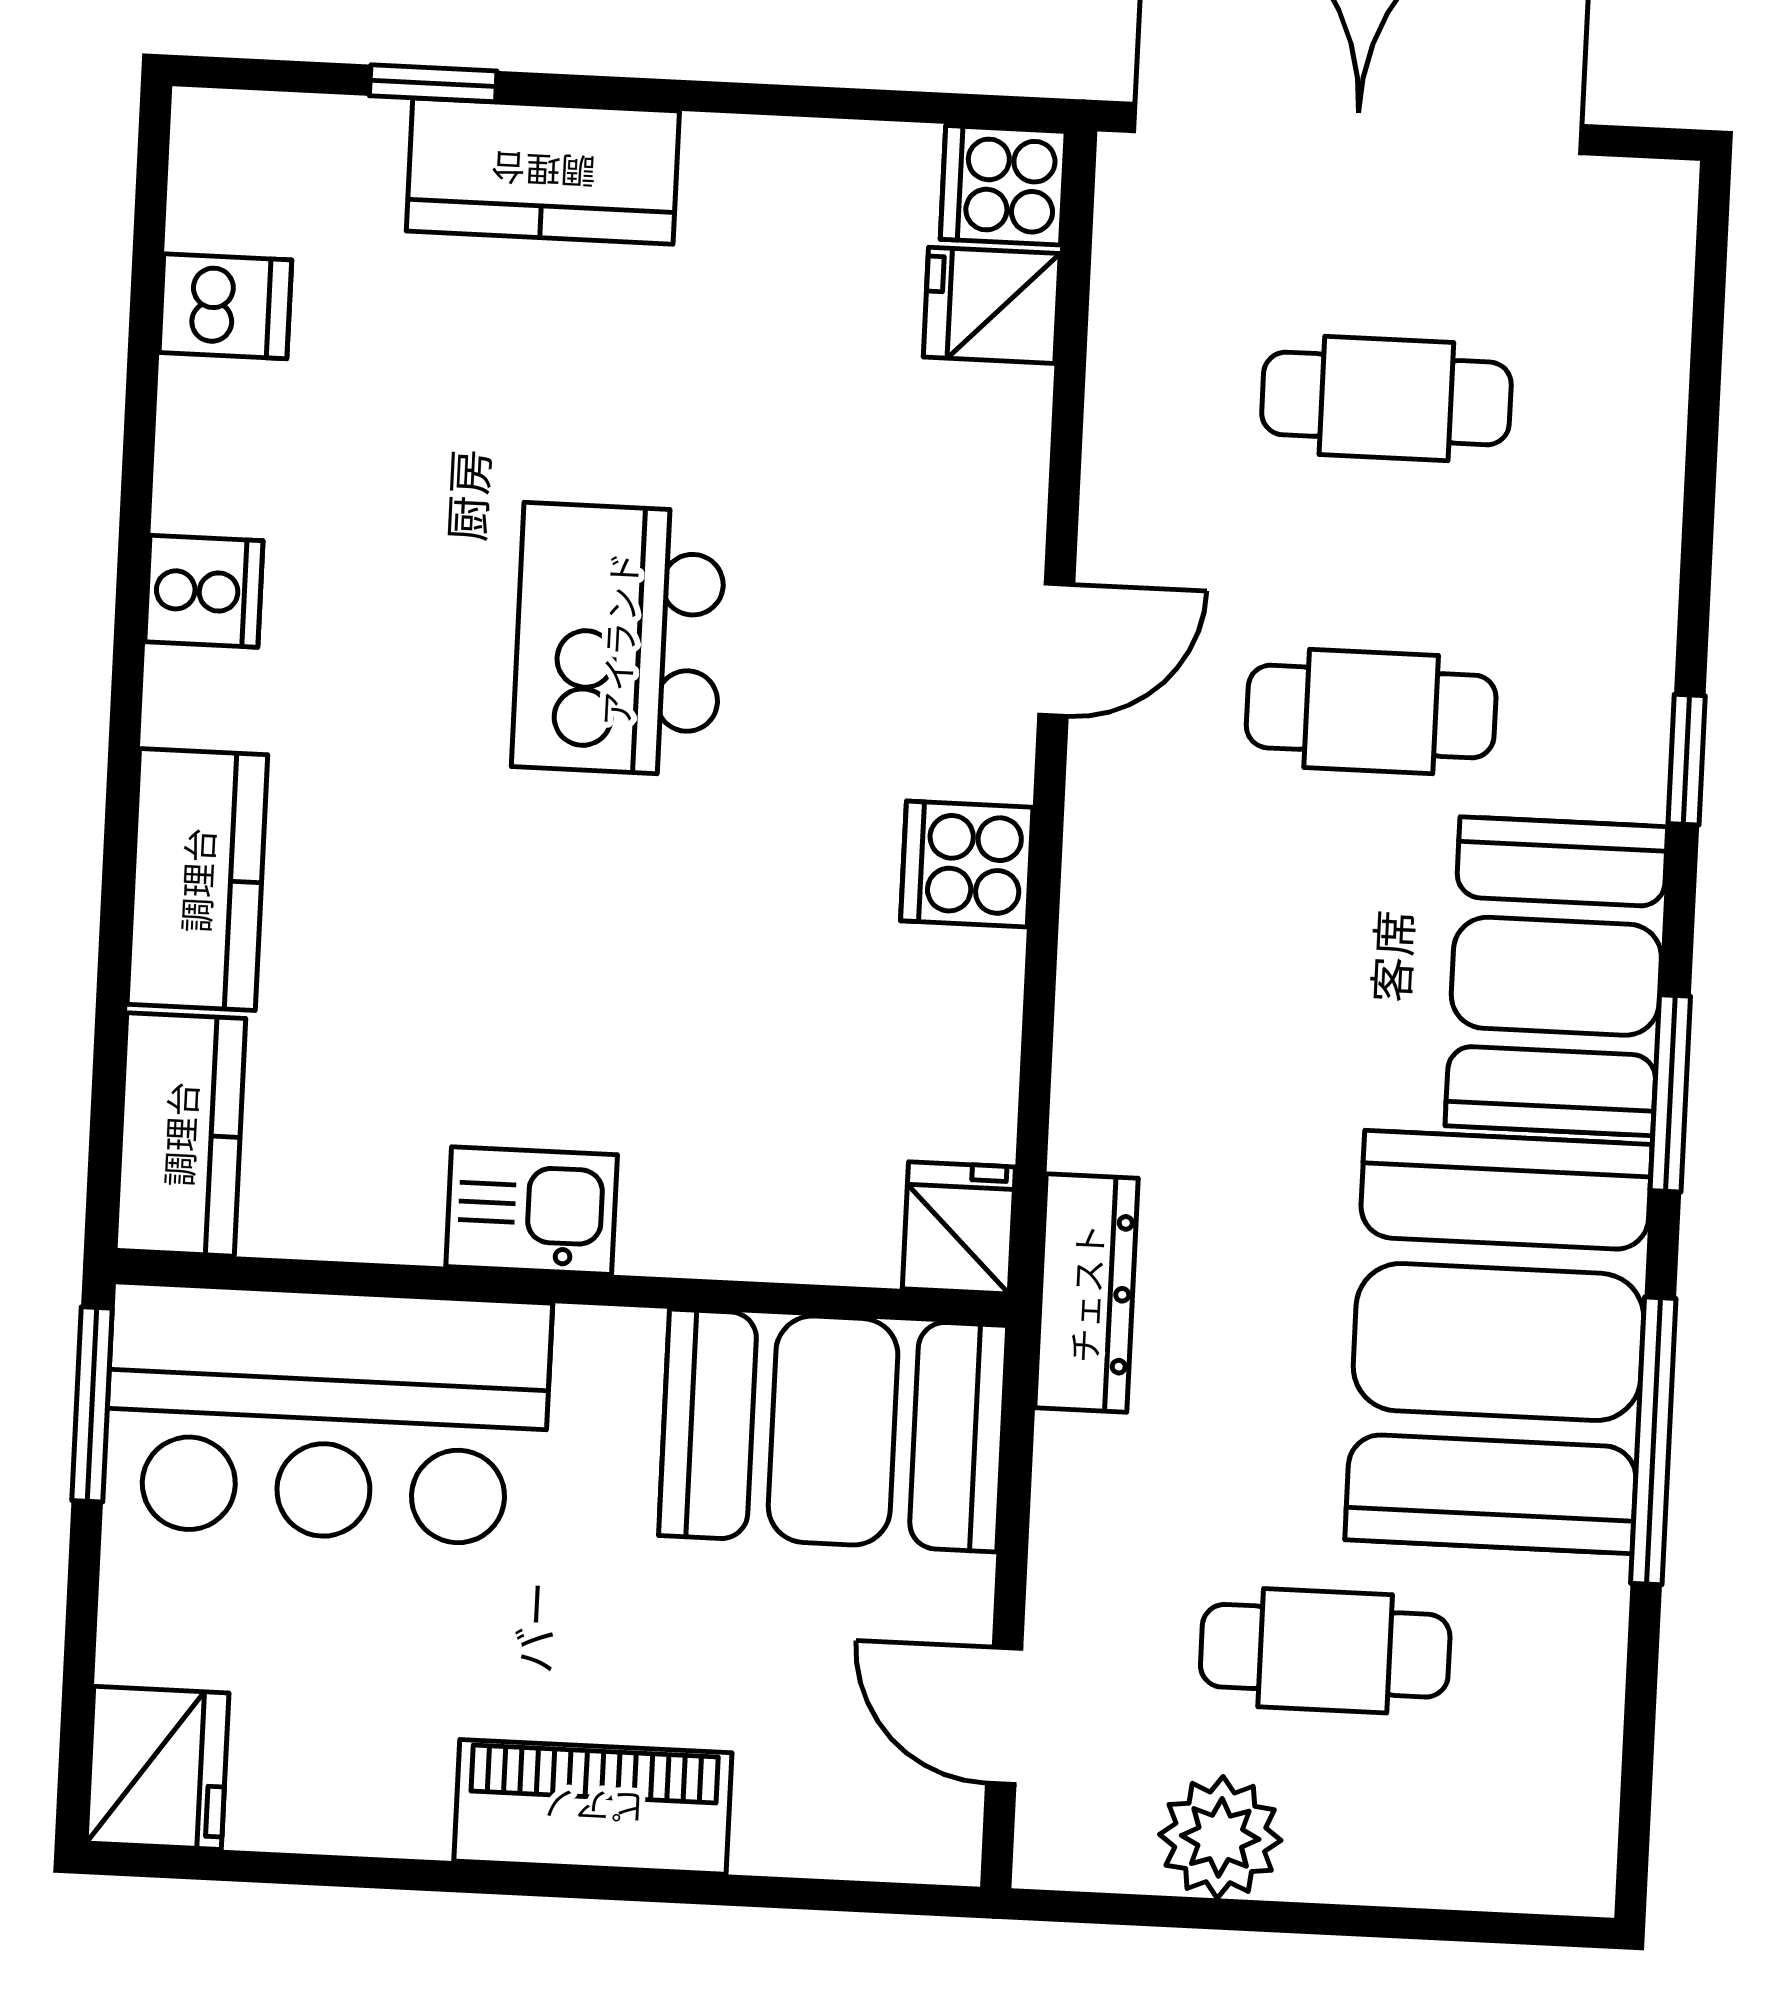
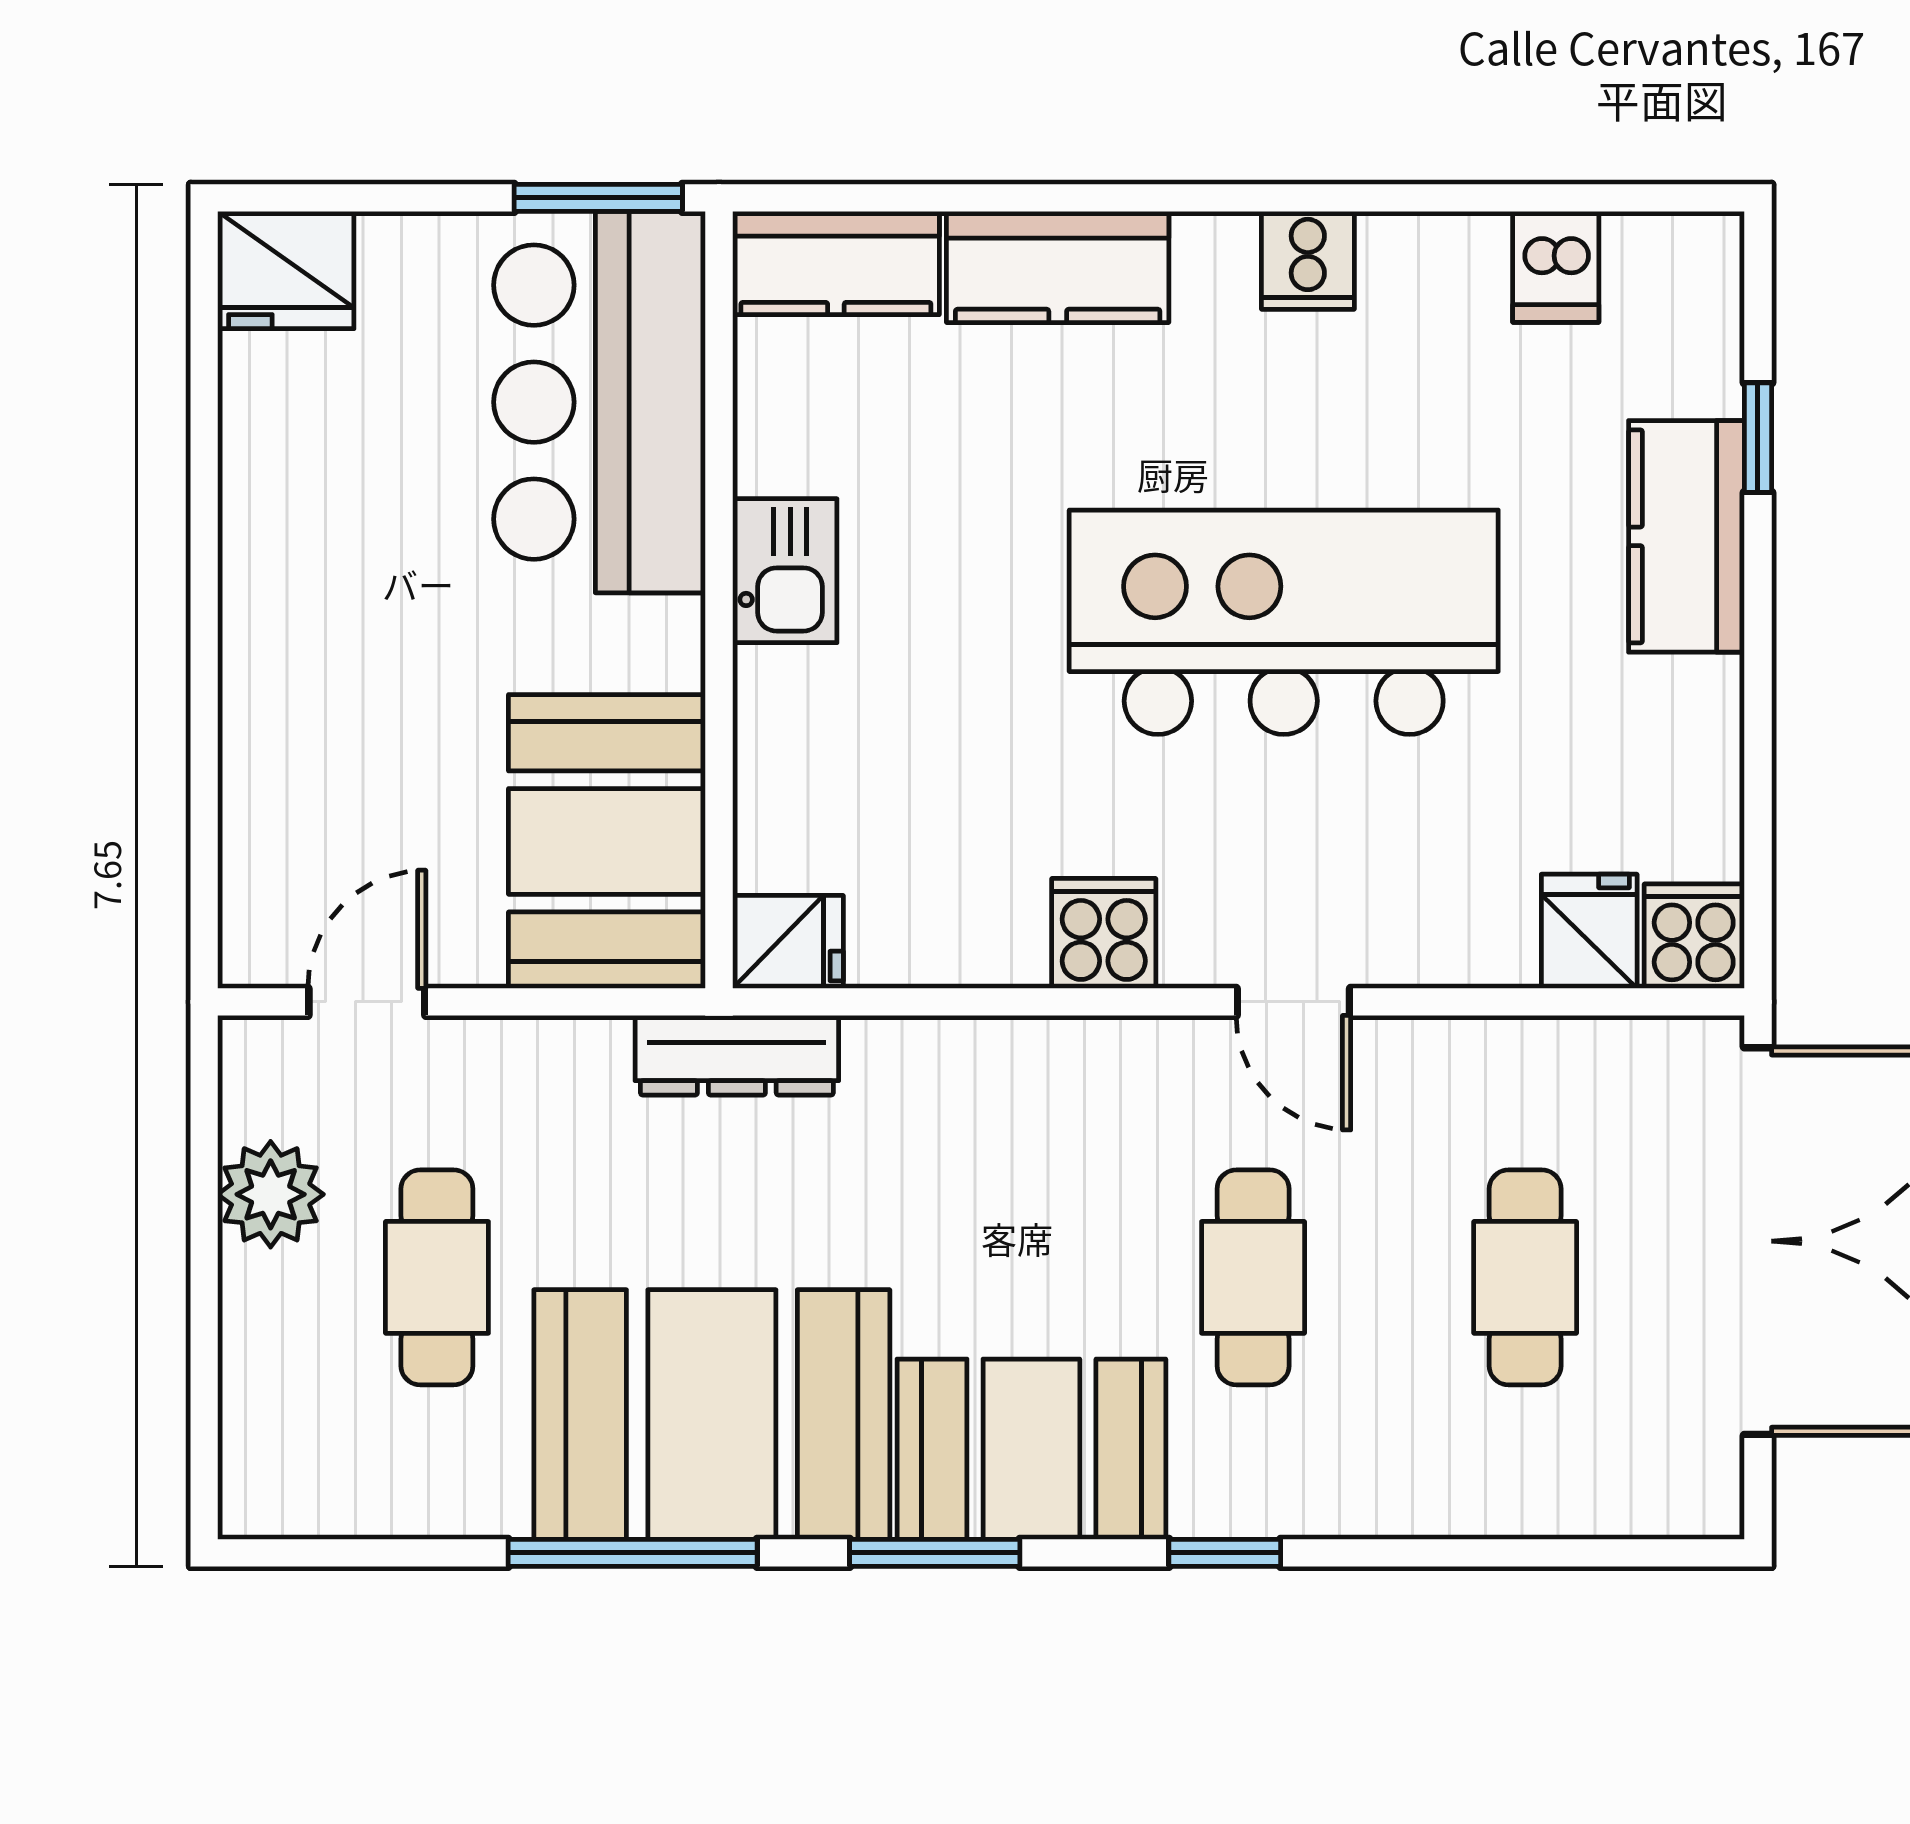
kitchen island: (619, 639) -> (1284, 622), width x1.87, depth x1.28
piano: (593, 1807) -> (270, 649), removed

